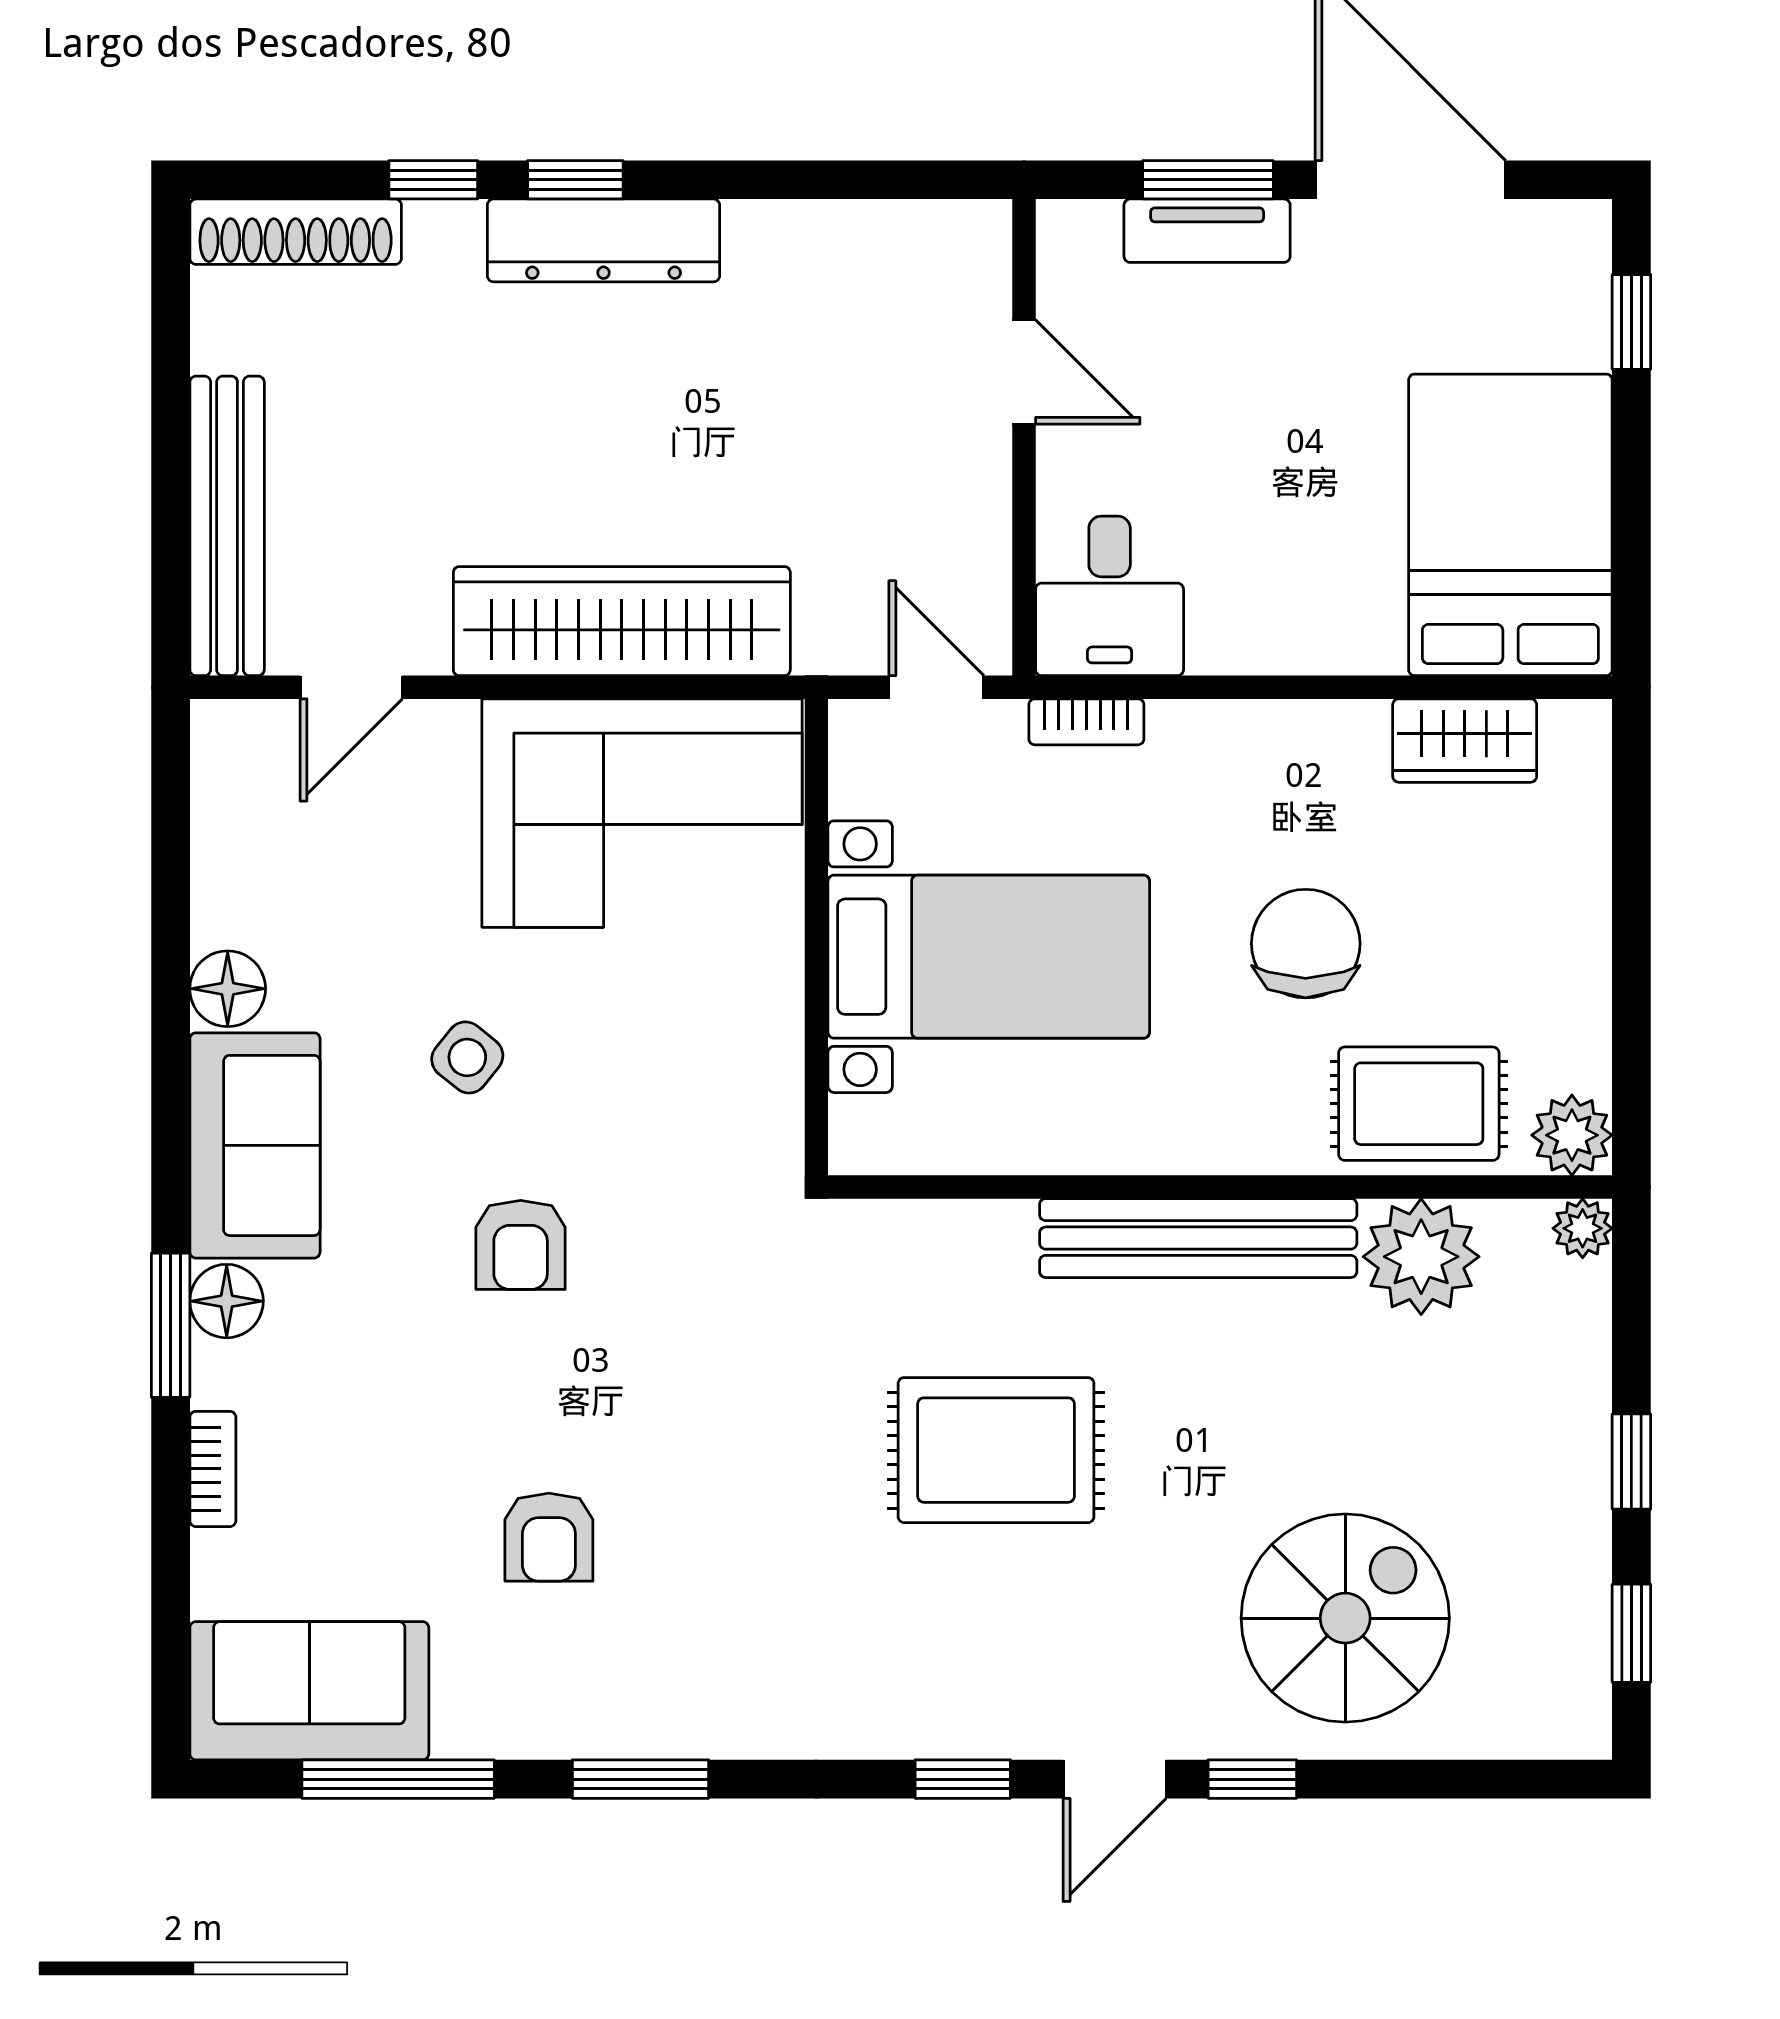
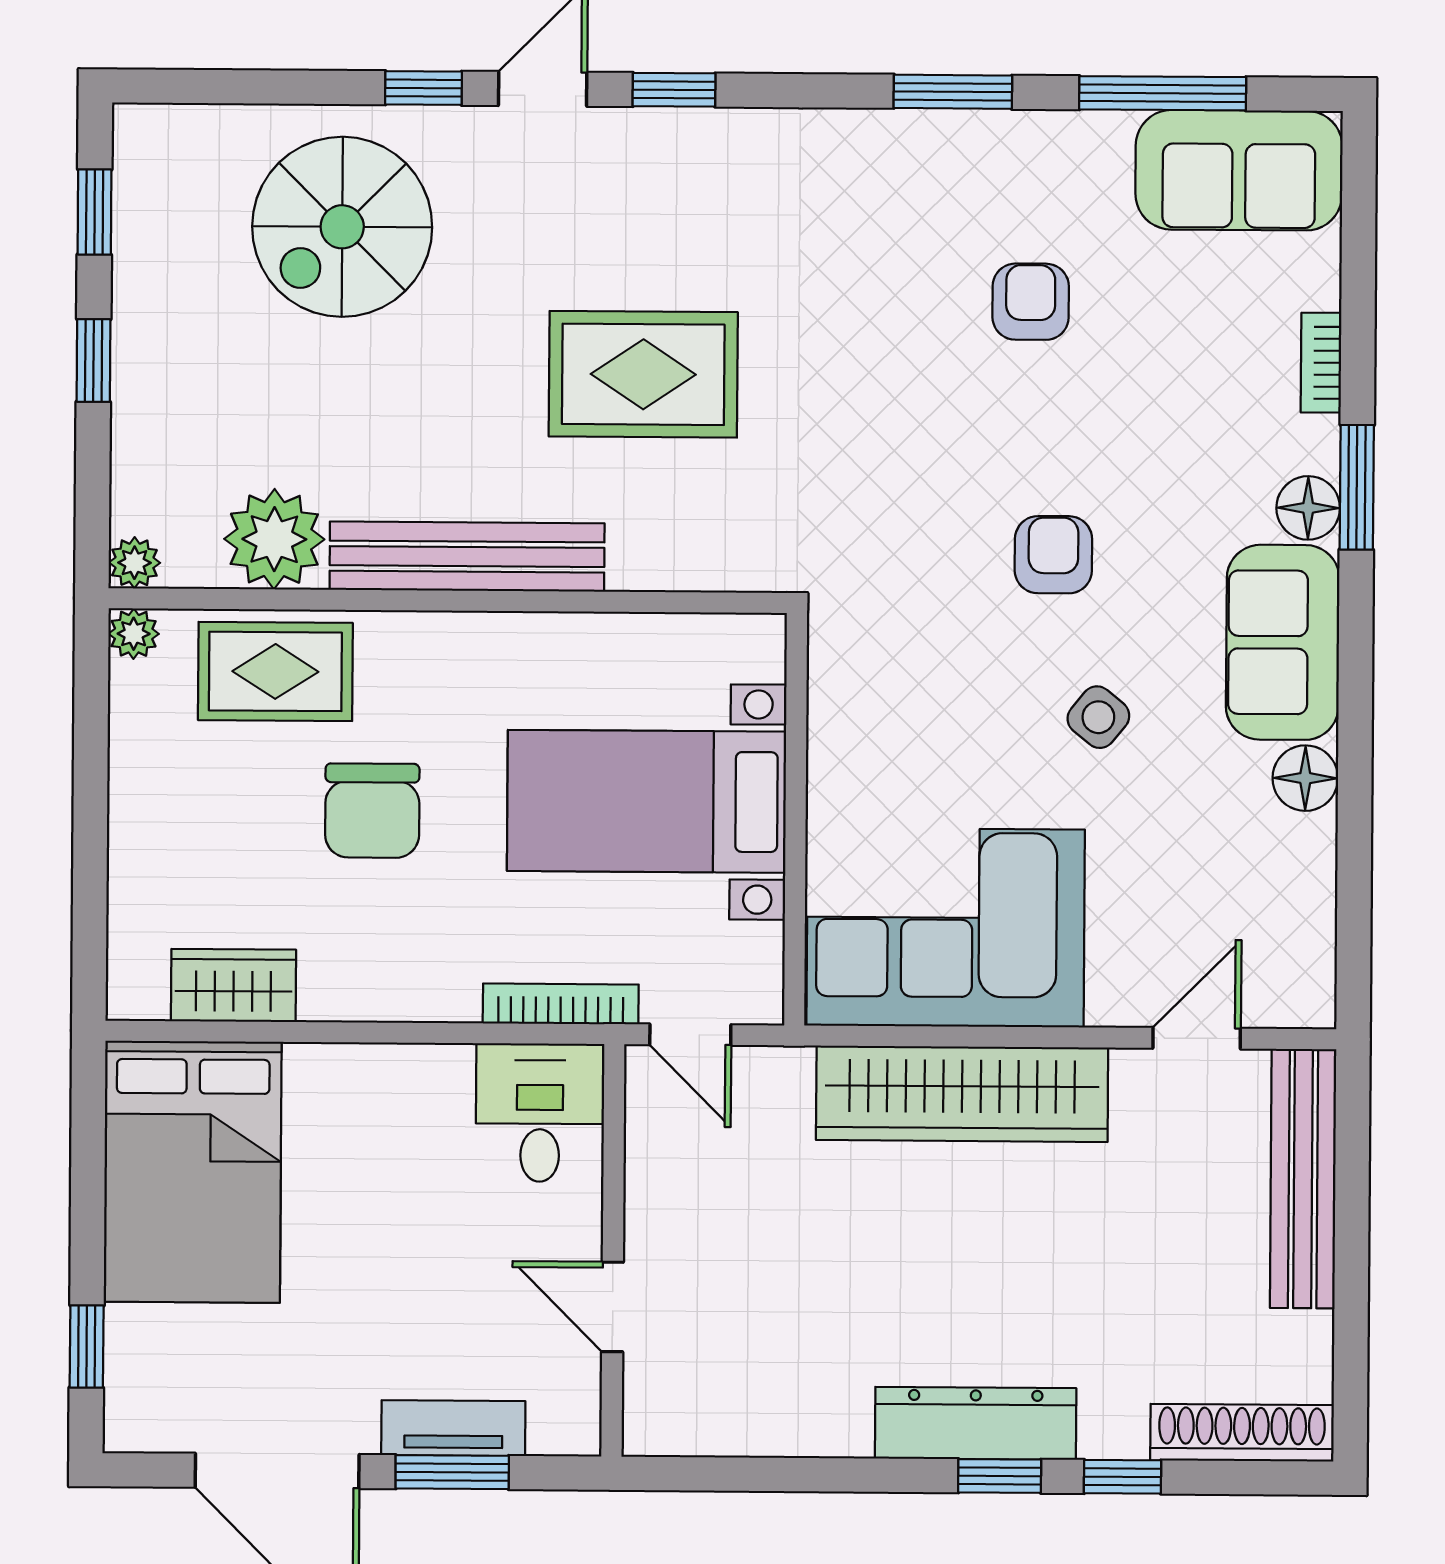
bookcase: (1086, 722) -> (561, 1004), width x1.56
plant: (1572, 1135) -> (134, 634), width x0.73, depth x0.73

